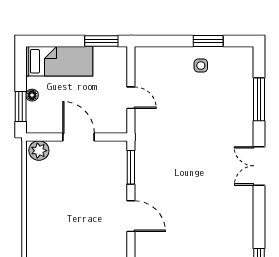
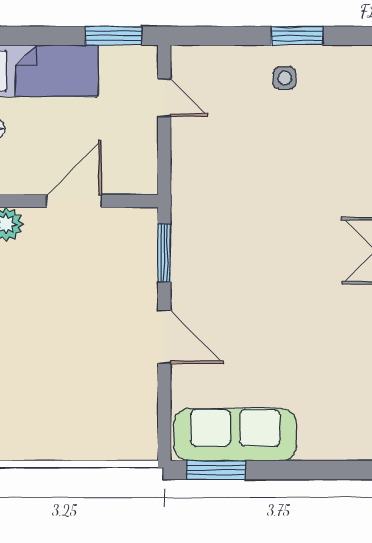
door: (131, 98) -> (164, 98), moved
door: (79, 137) -> (74, 201), hinge flipped

